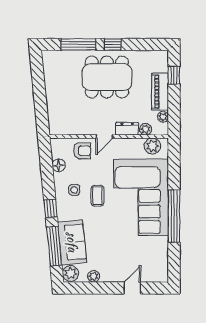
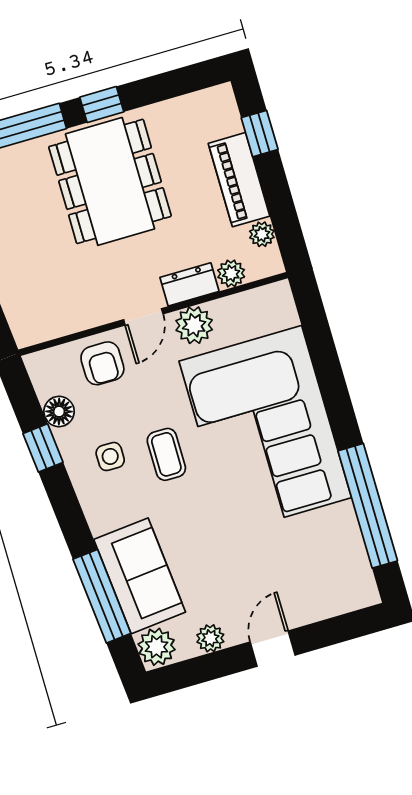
dining table: (107, 77) -> (110, 181), turned 90
plant: (152, 146) -> (194, 325), moved
armchair: (82, 151) -> (102, 363), turned 90
window: (51, 208) -> (43, 448), moved
window: (174, 216) -> (368, 506), moved
door: (132, 288) -> (273, 649), moved

